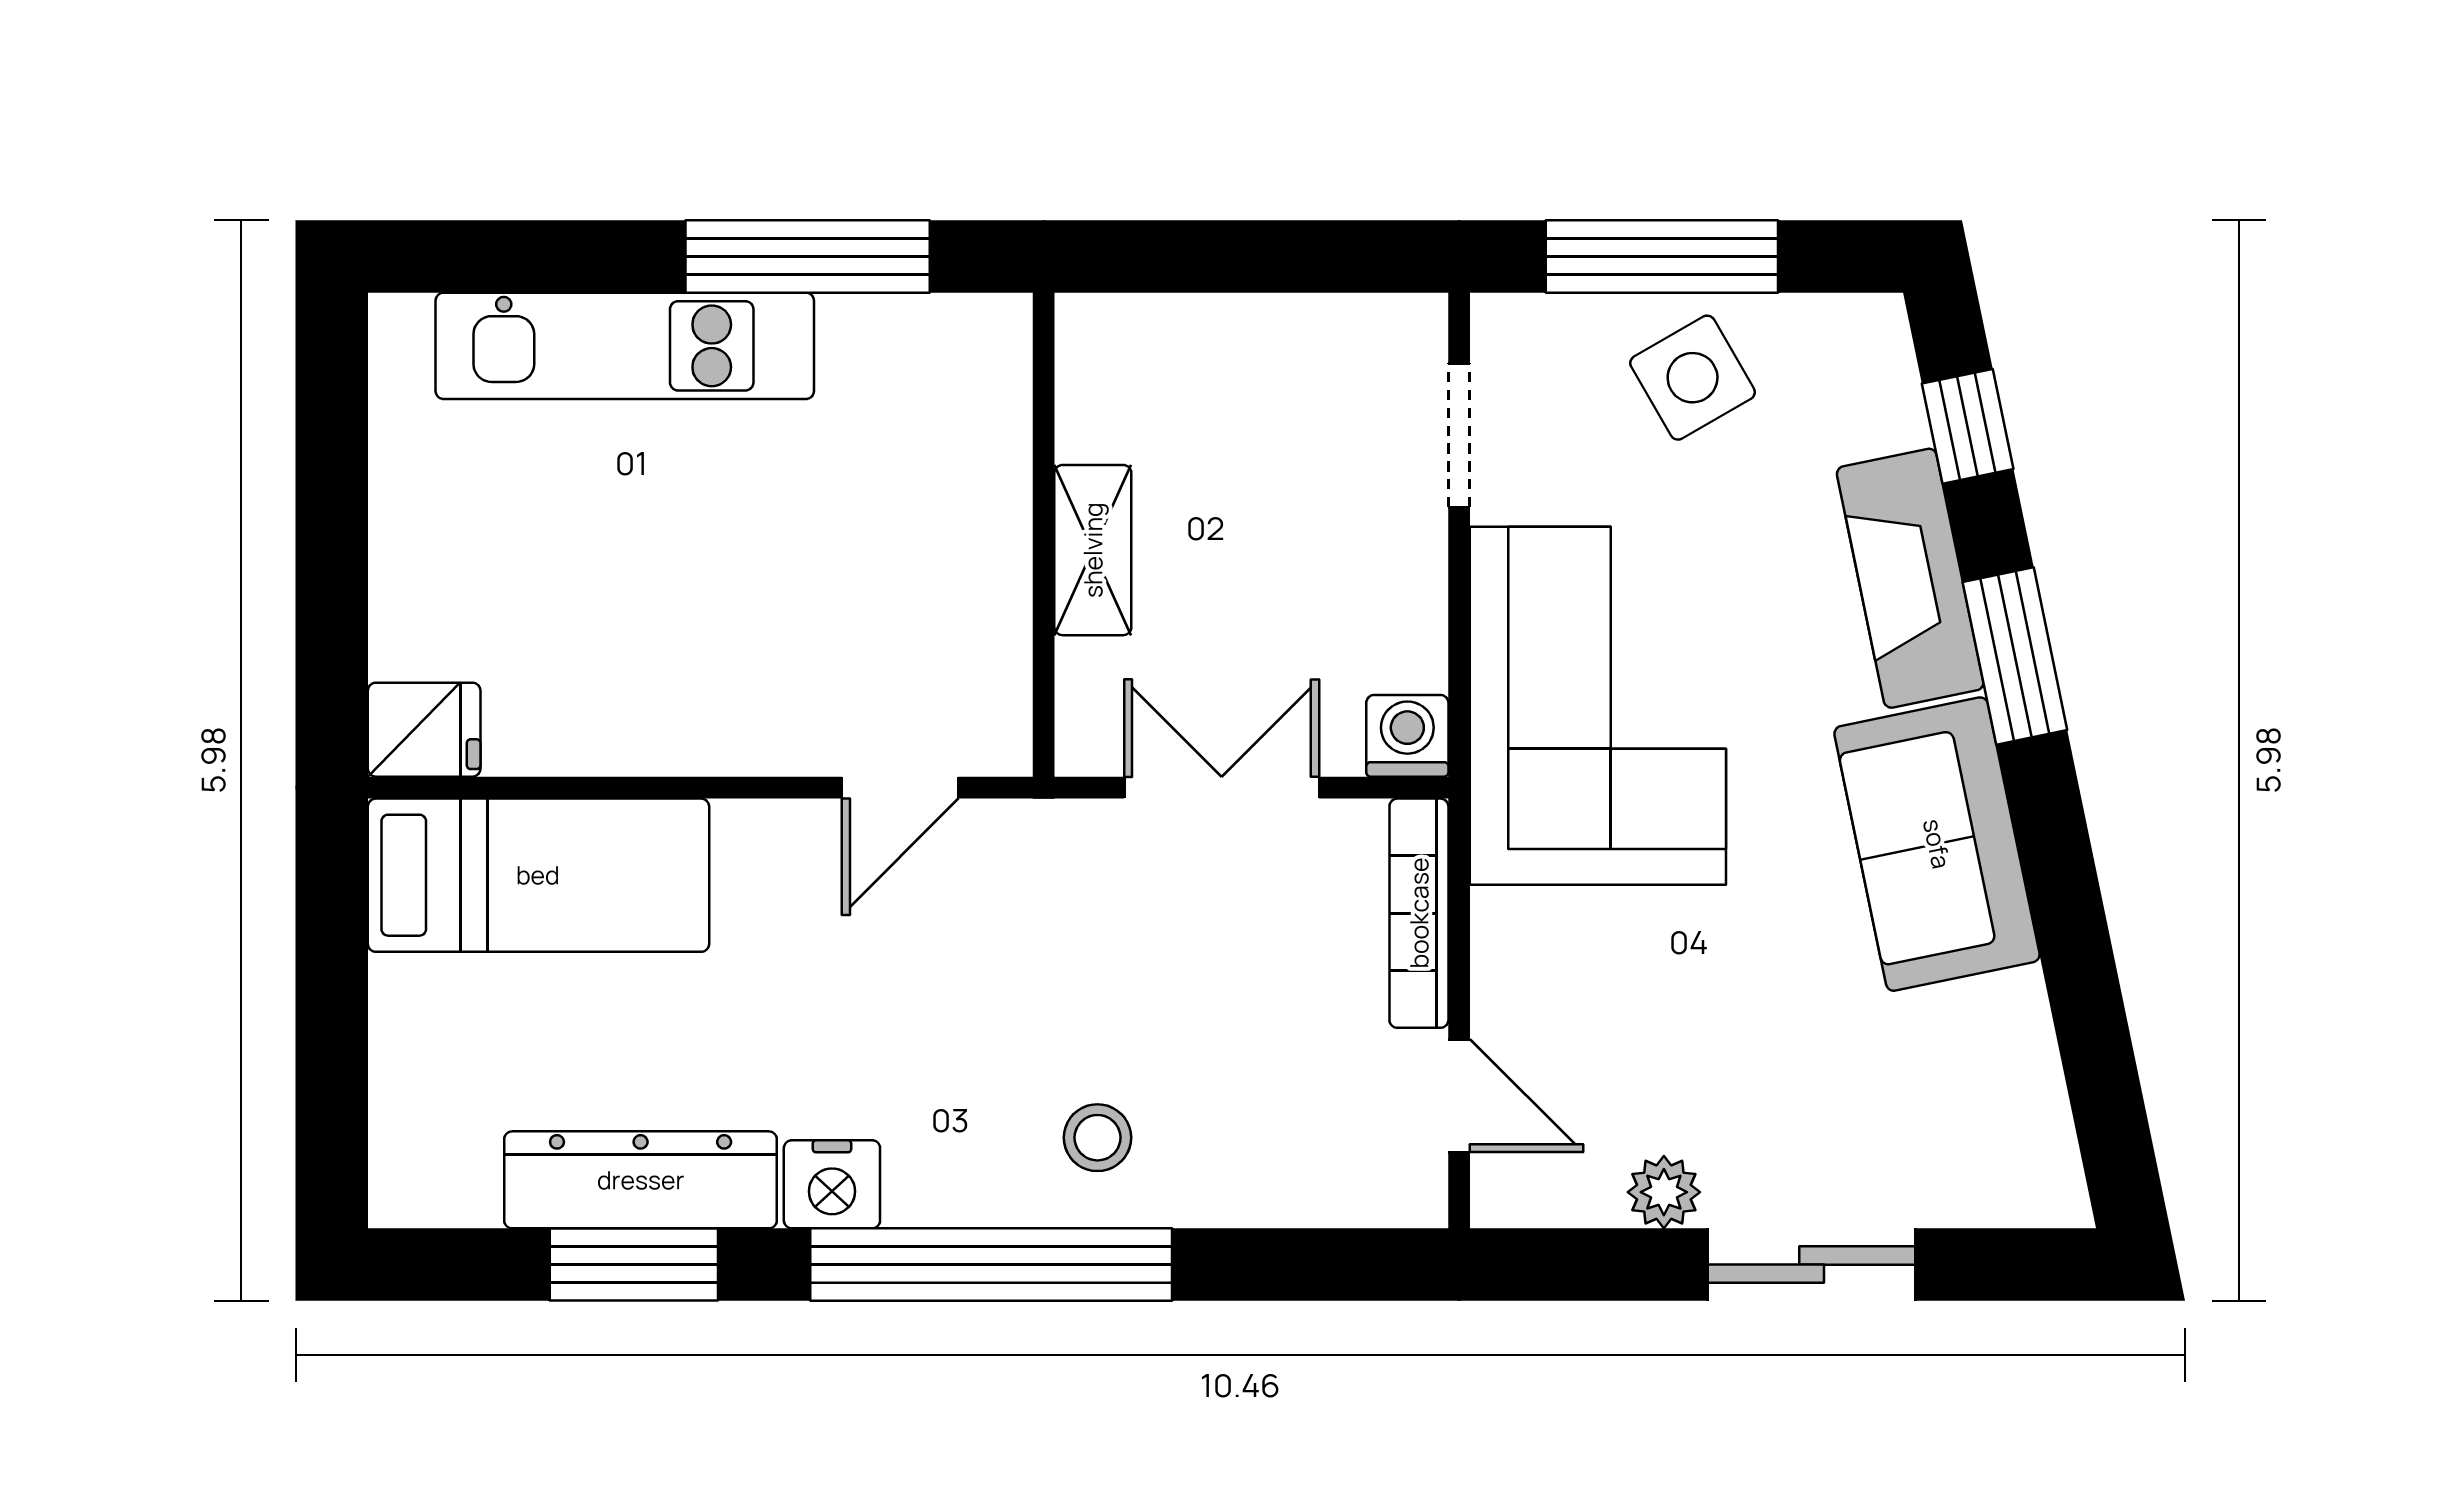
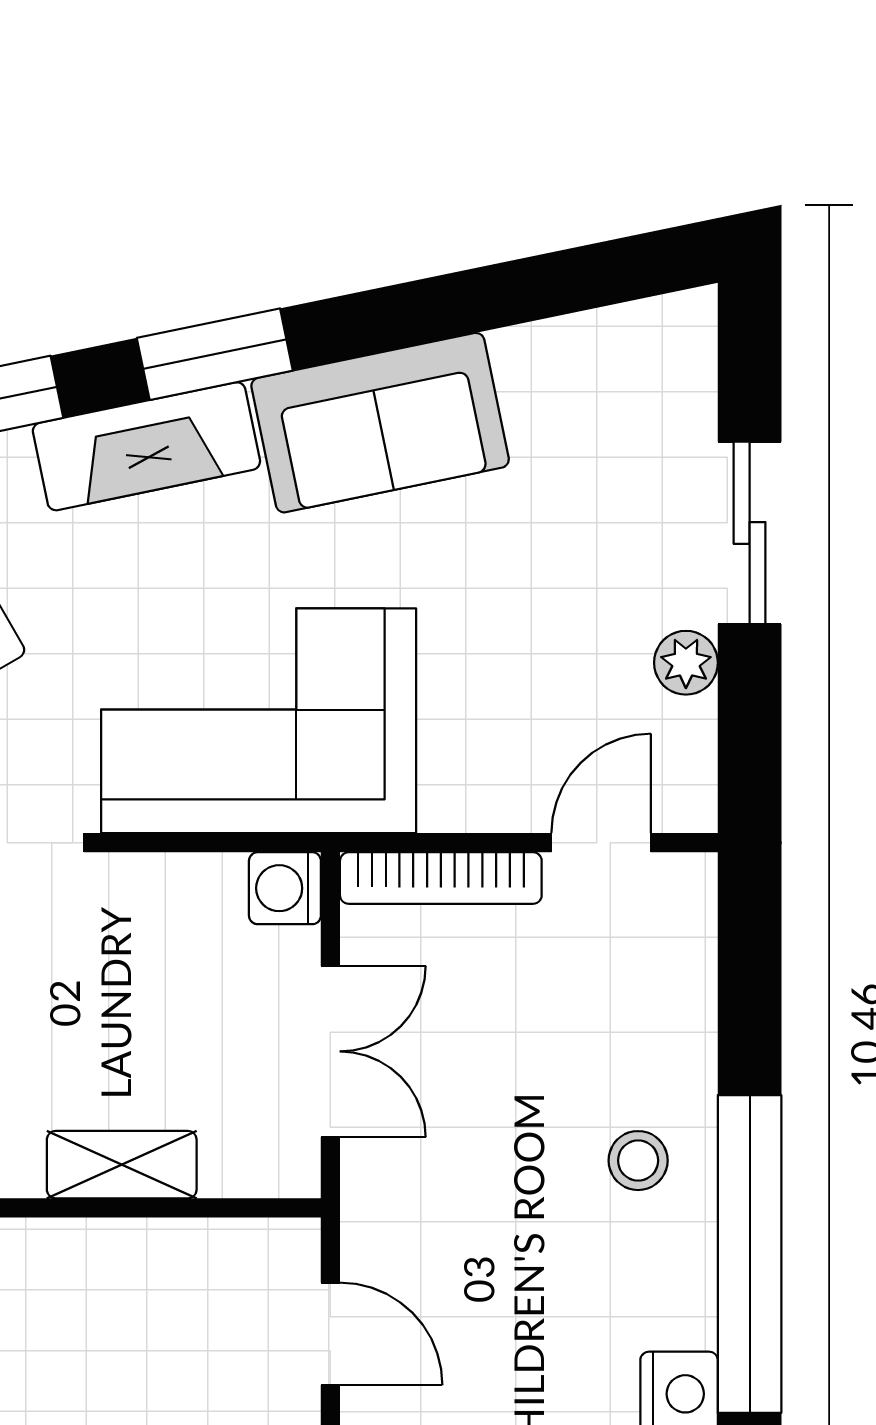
double door: (1222, 788) -> (330, 1051), swing flipped

